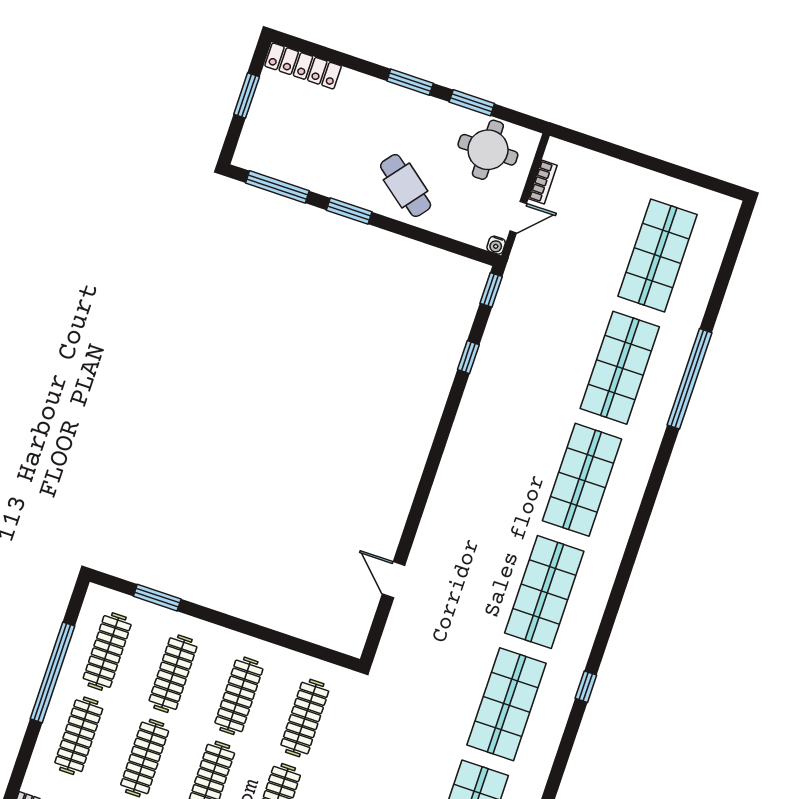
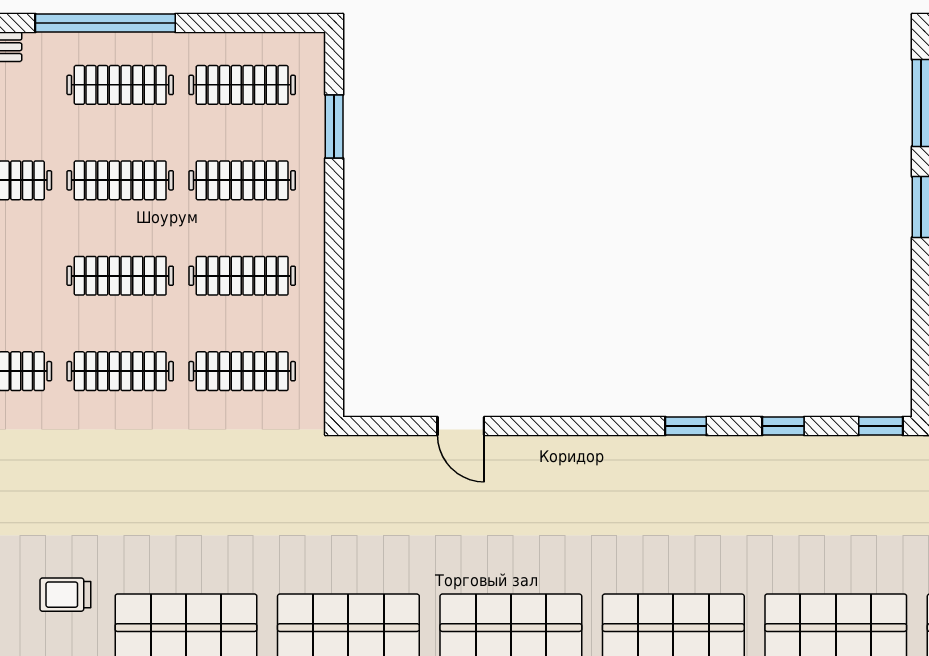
window: (446, 424) -> (686, 426), added
door: (394, 580) -> (461, 426), swing flipped
window: (52, 672) -> (105, 23), moved

